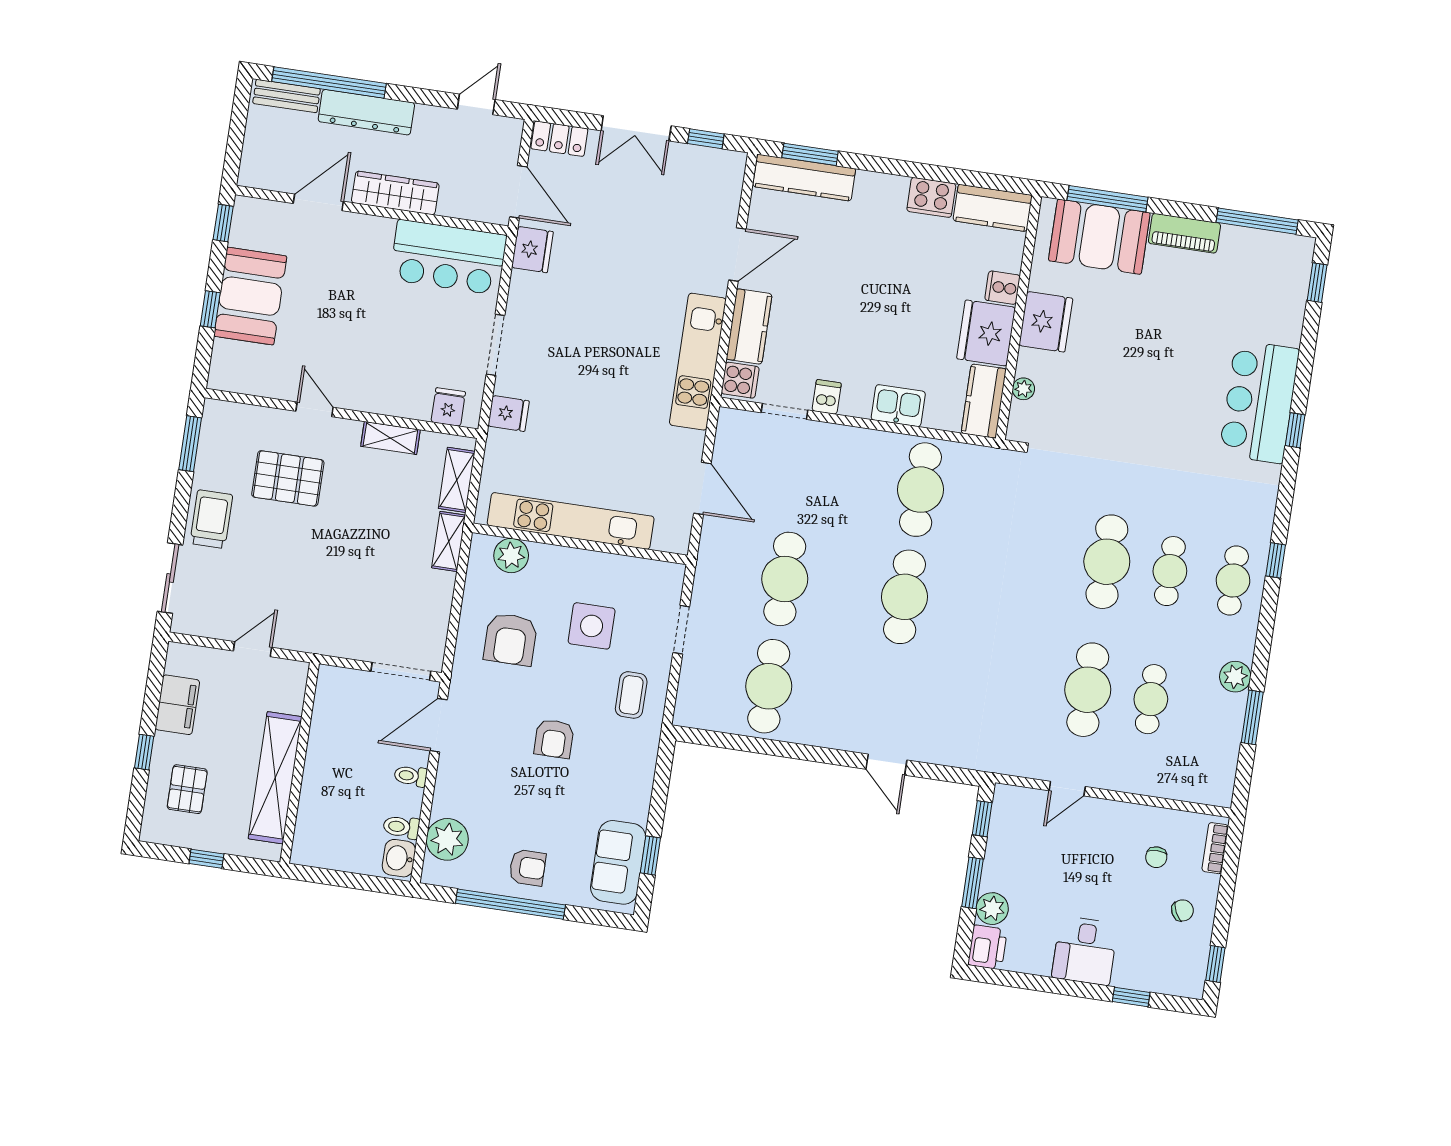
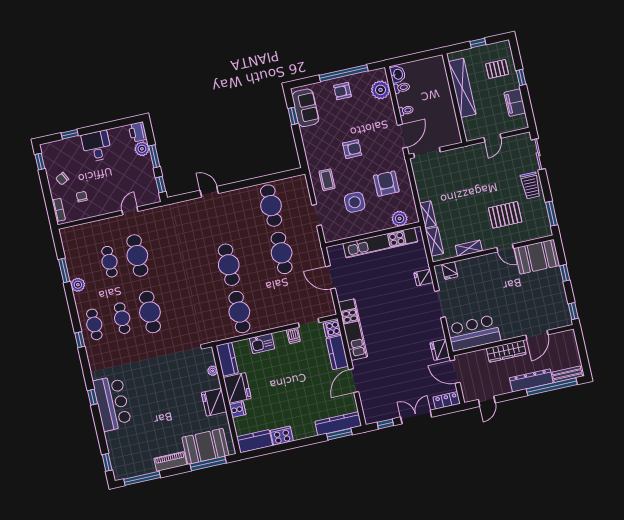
booth: (250, 296) -> (537, 257), moved, turned 90
armchair: (554, 739) -> (352, 149), turned 90
pallet: (187, 789) -> (497, 69), turned 90

